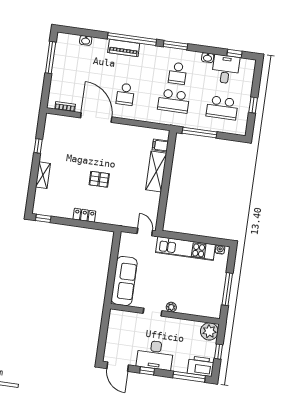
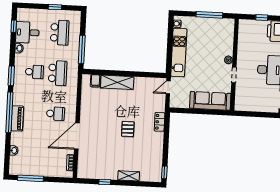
locker: (84, 215) -> (160, 122), moved
plant: (209, 331) -> (246, 27), removed

